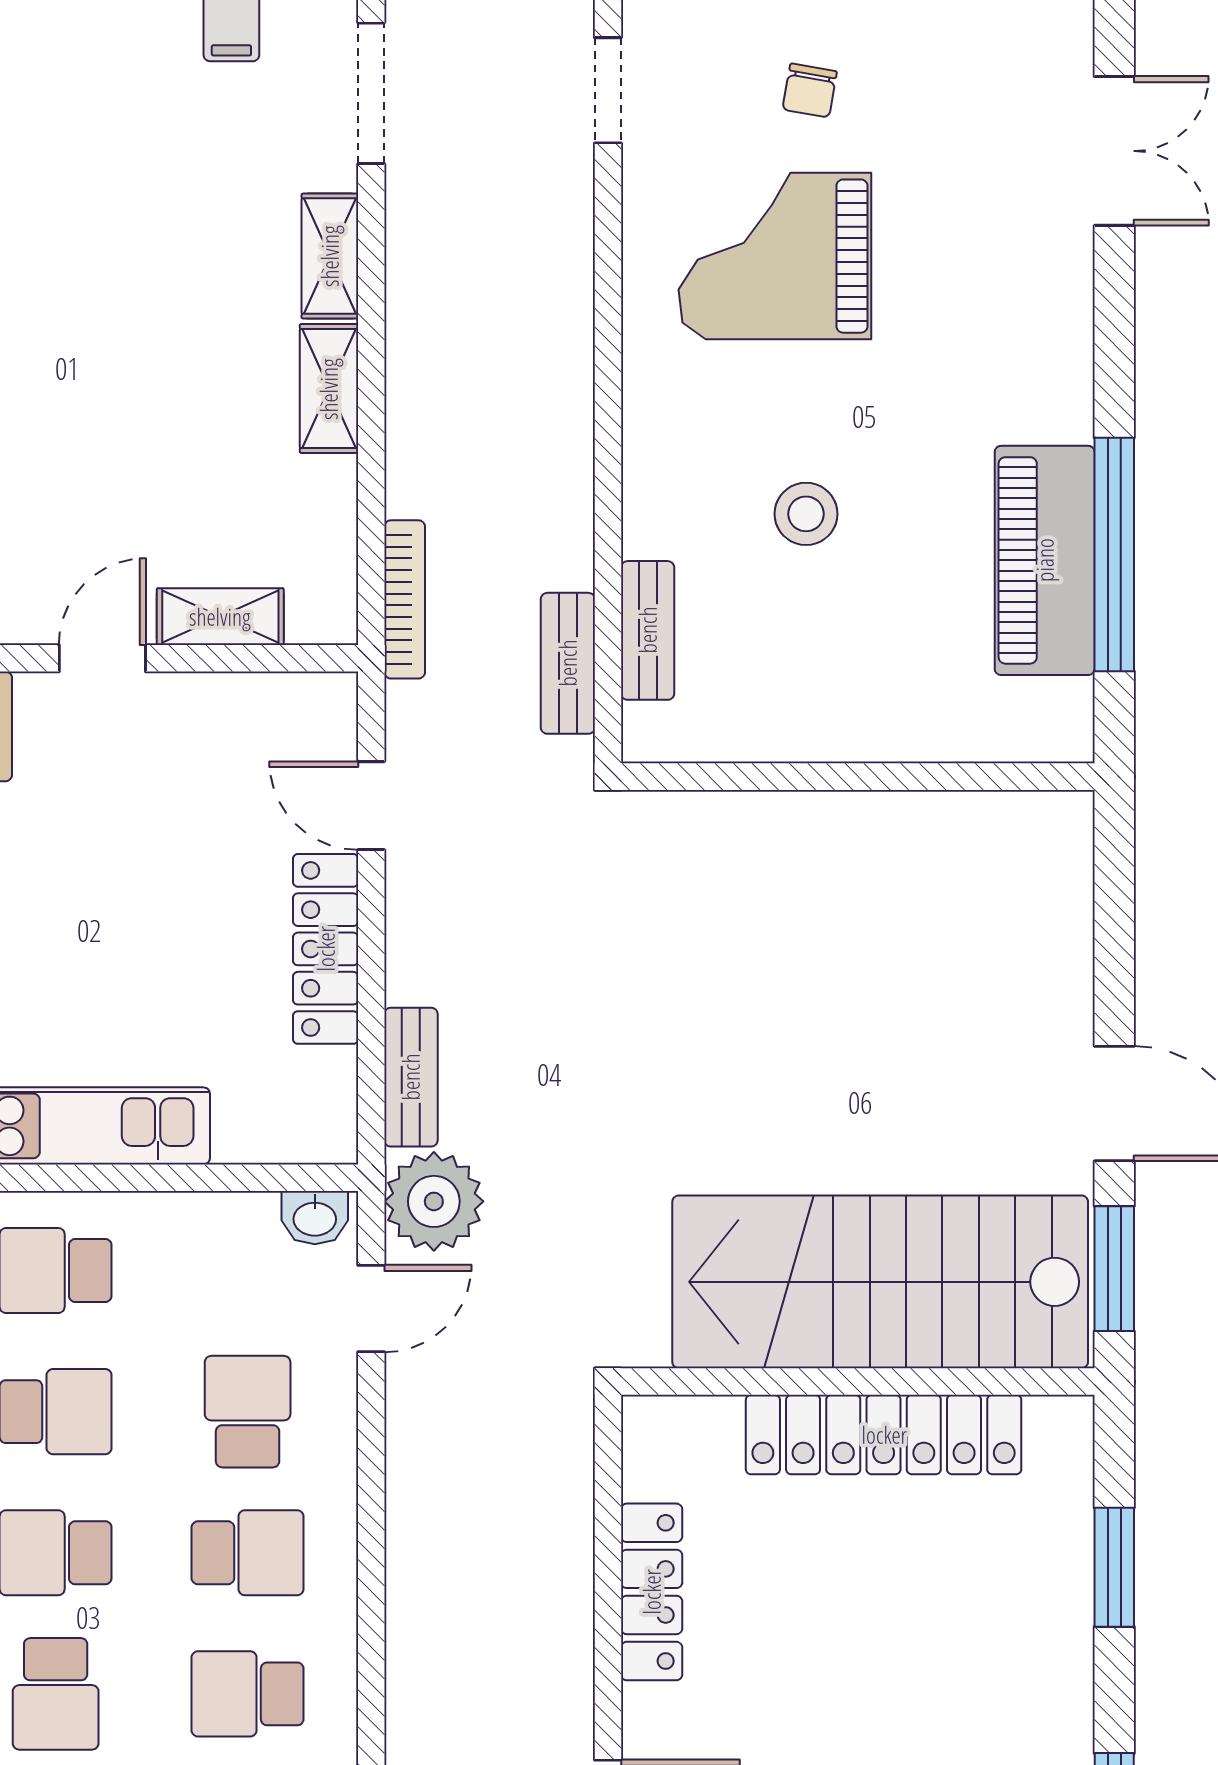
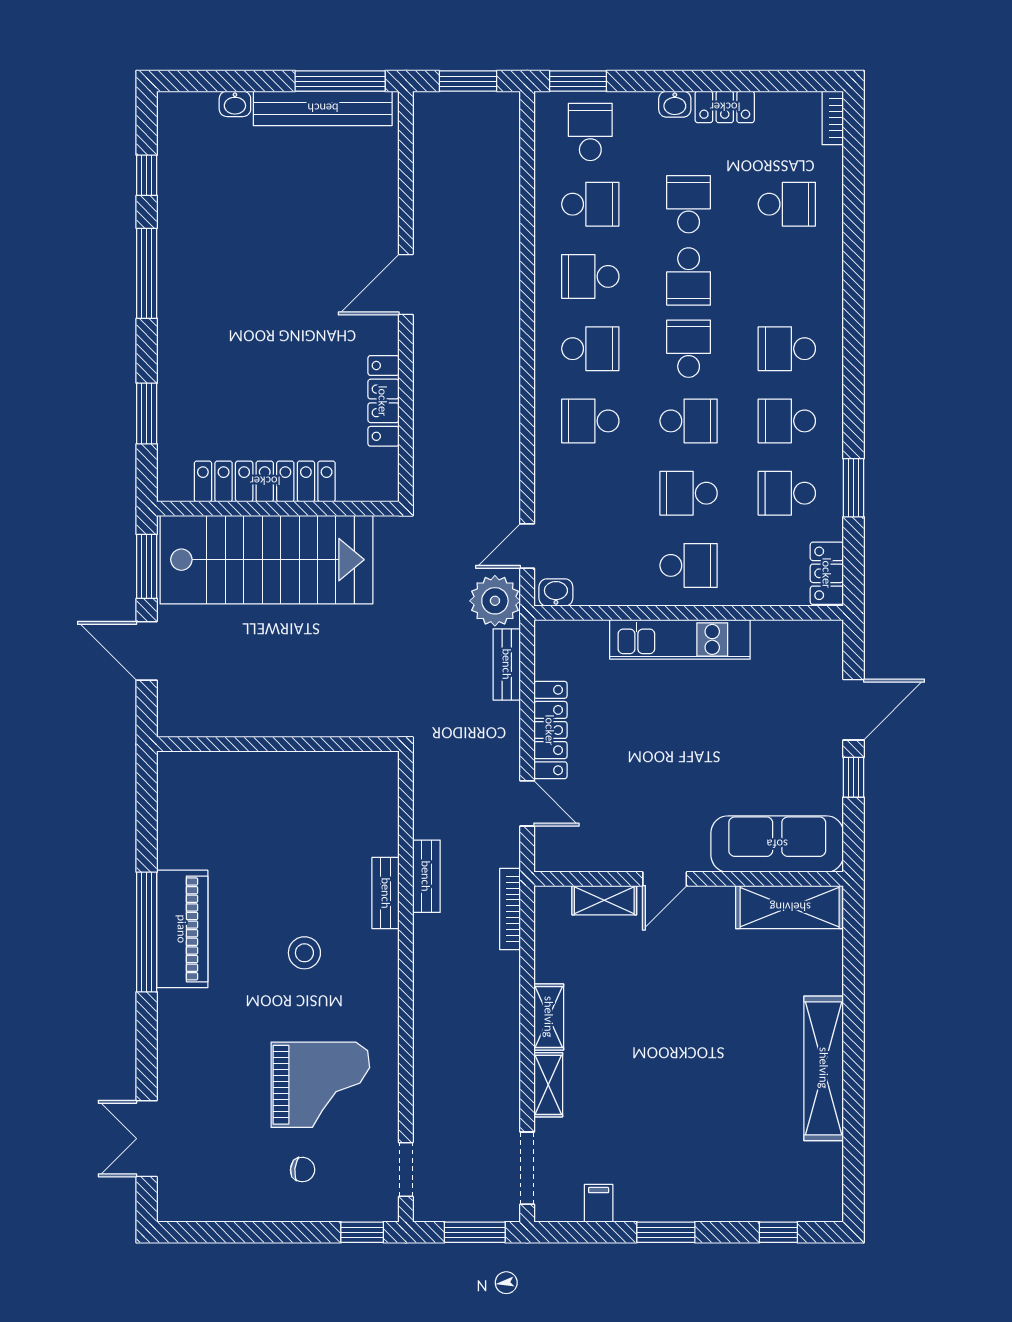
chair: (810, 90) -> (303, 1170), turned 86
wall: (858, 777) -> (278, 744), moved
school desk: (248, 1412) -> (590, 493), removed

